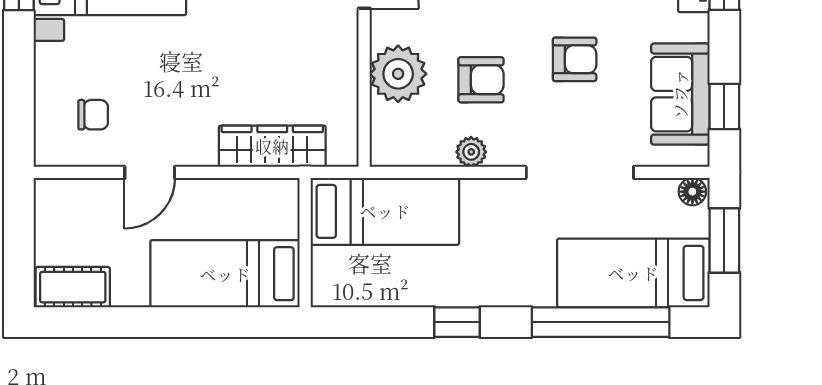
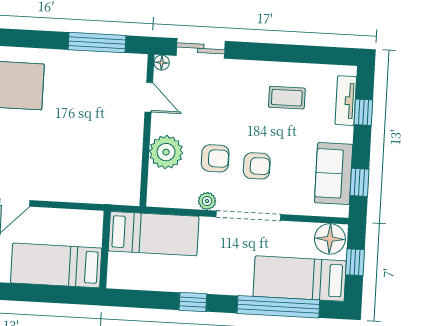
armchair: (575, 59) -> (257, 166), moved
wardrobe: (272, 146) -> (89, 191), removed
doorway: (580, 172) -> (248, 216), moved
floor lamp: (692, 192) -> (330, 239), width x1.89, depth x1.89
window: (724, 240) -> (355, 262), width x0.67

